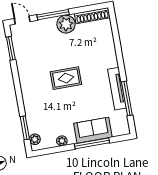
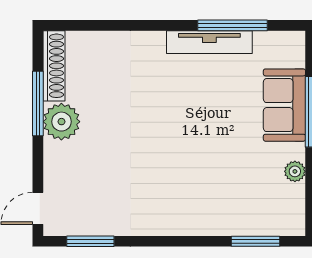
window: (53, 15) -> (38, 103), moved
rug: (66, 78) -> (170, 141), removed
plant: (35, 139) -> (282, 225), removed

